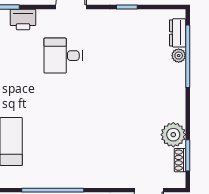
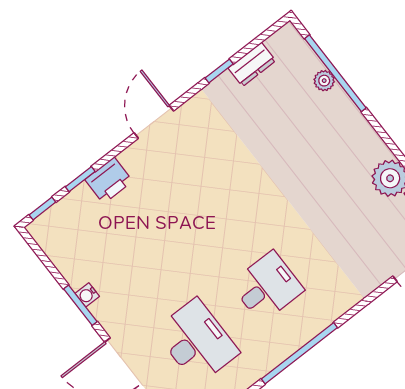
dresser: (178, 33) -> (252, 64), moved, turned -90
desk: (63, 56) -> (267, 287), moved, turned 180

